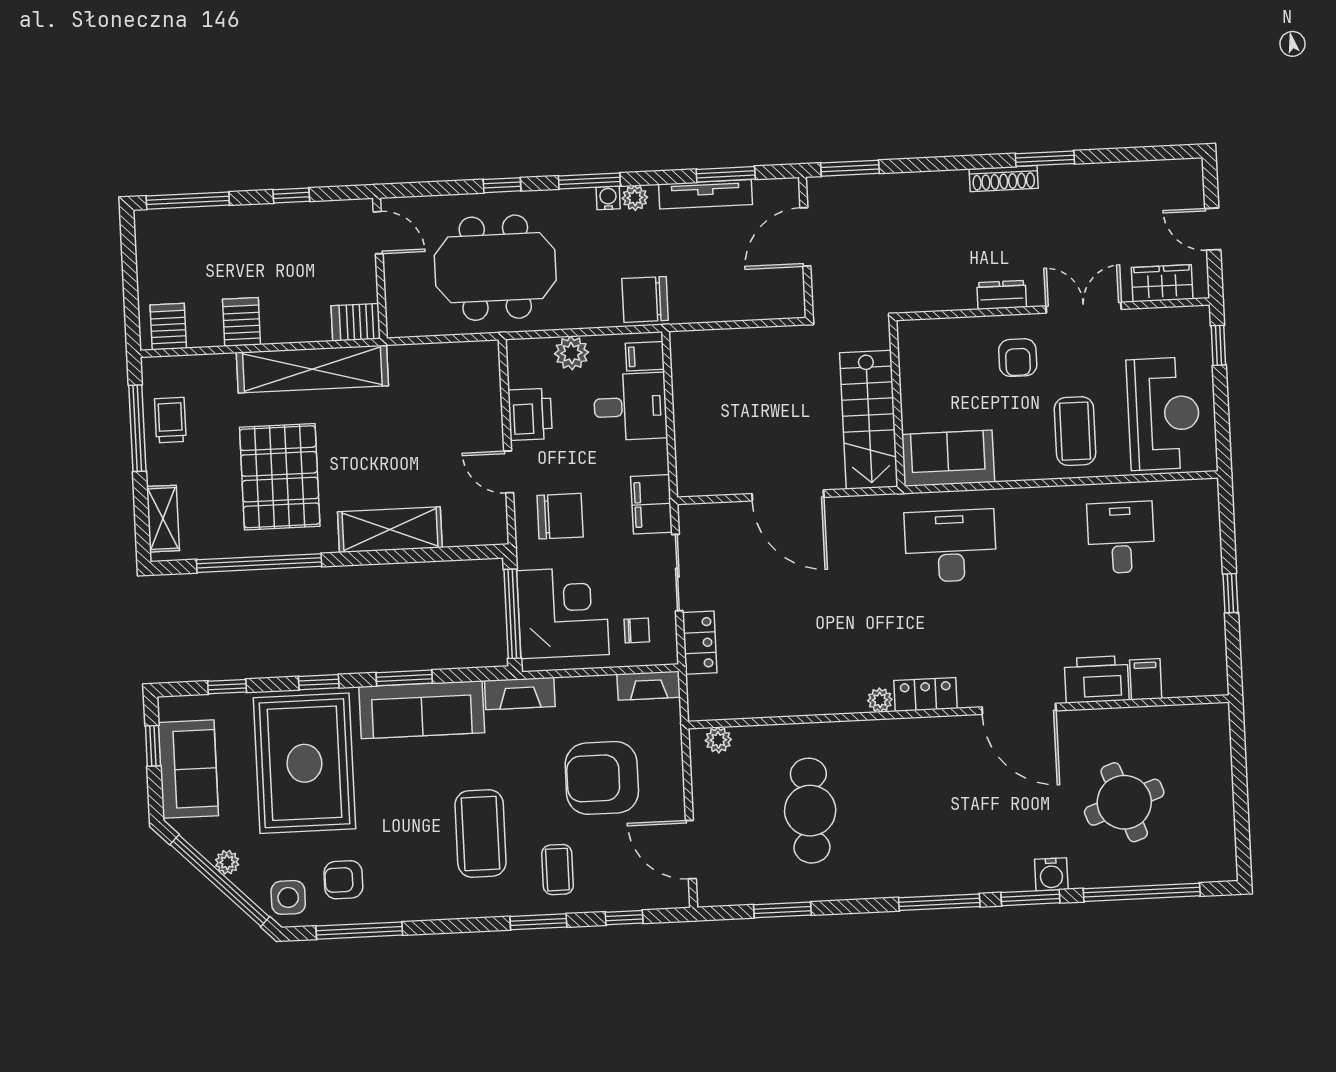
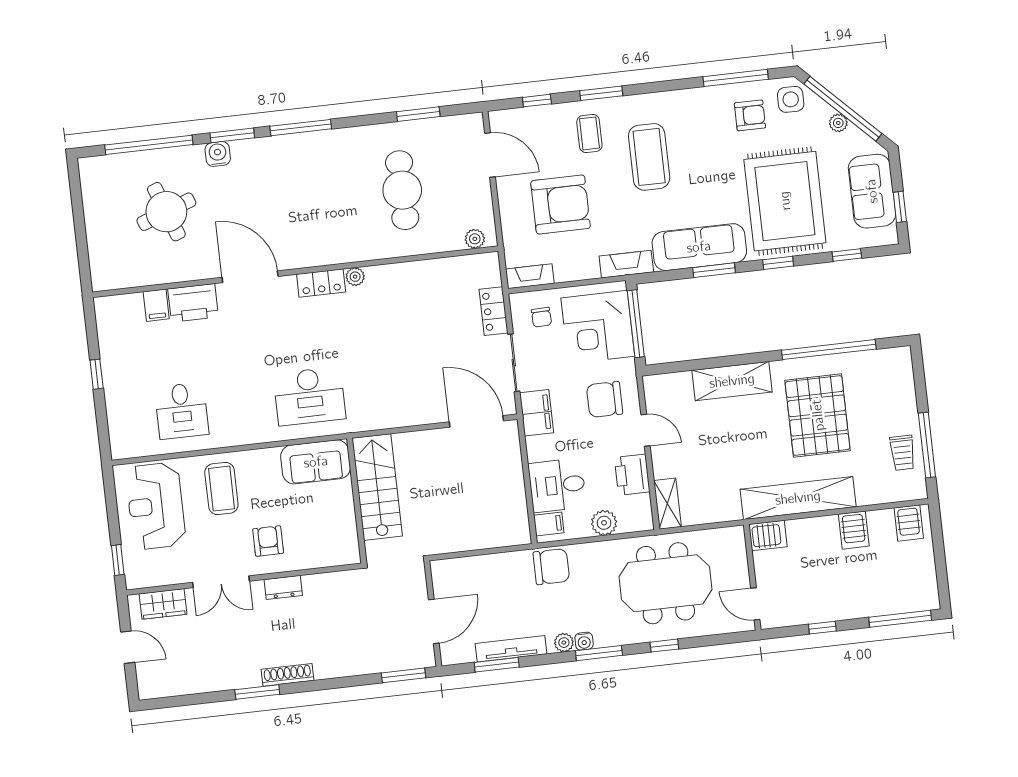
door: (788, 495) -> (476, 421), moved
shelving: (163, 519) -> (667, 504), moved
chair: (637, 630) -> (541, 317), turned -92

